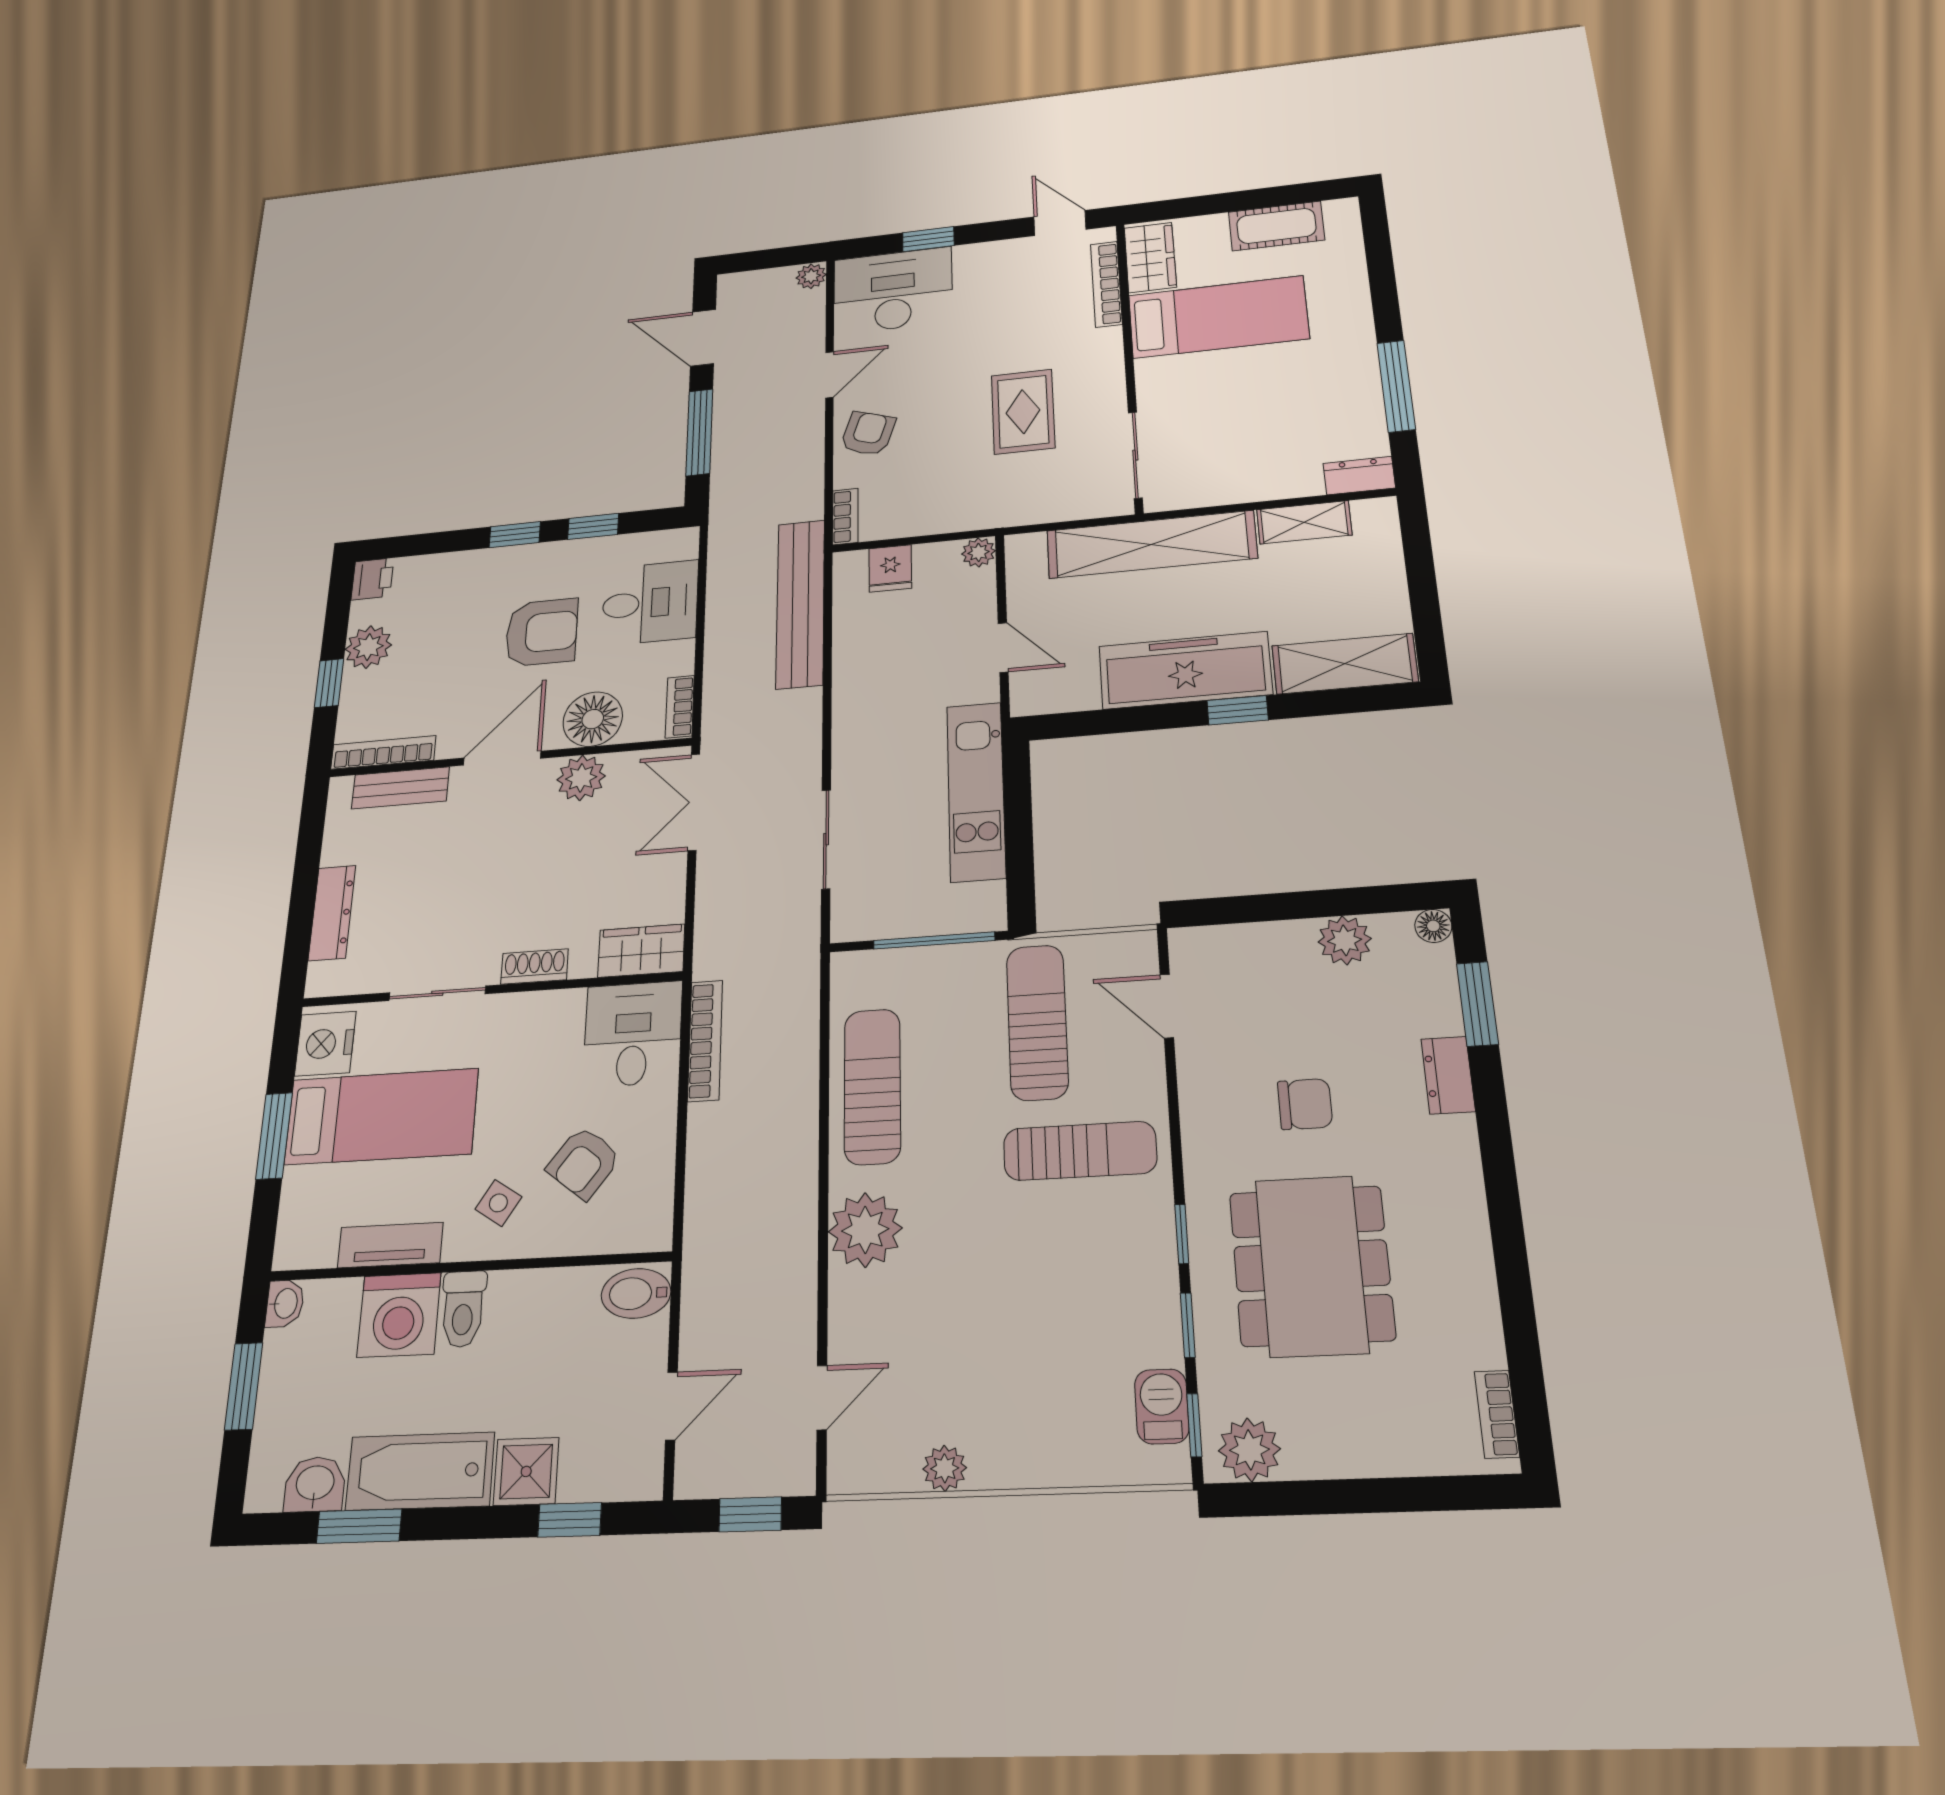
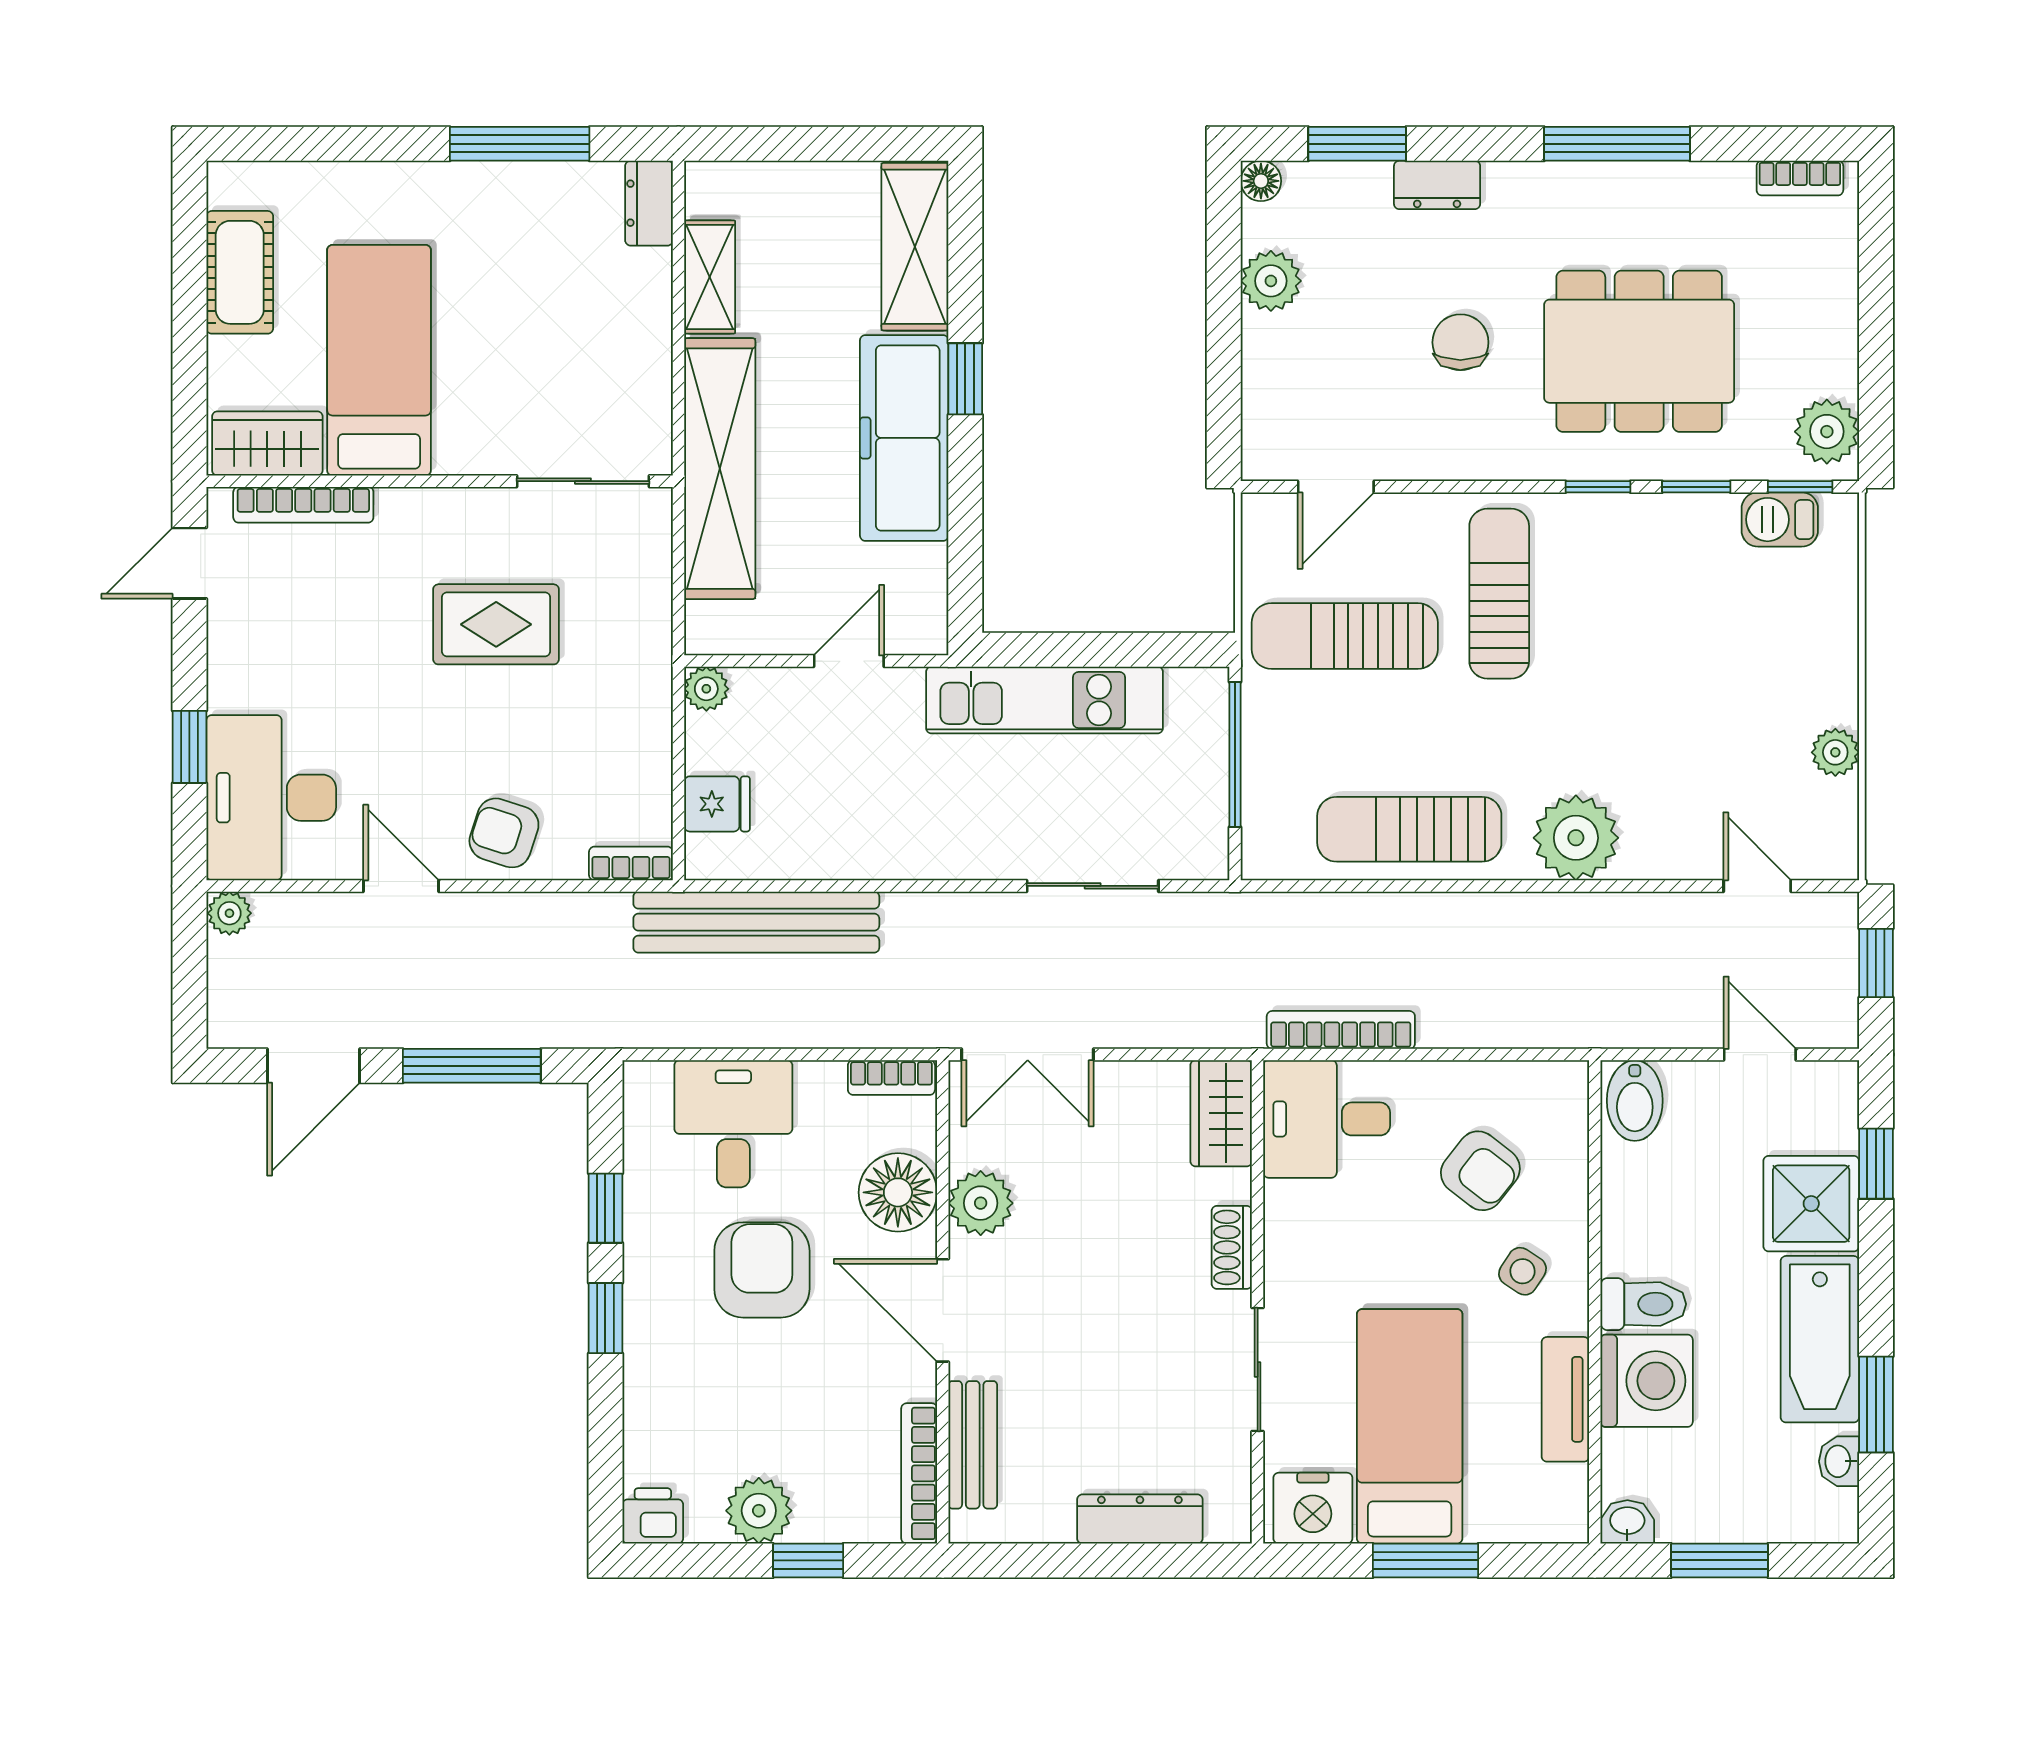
window: (1508, 1236) -> (1617, 144), added
shower: (526, 1471) -> (1811, 1204), width x1.36, depth x1.36
washbasin: (315, 1484) -> (1839, 1461), width x0.72, depth x0.69

